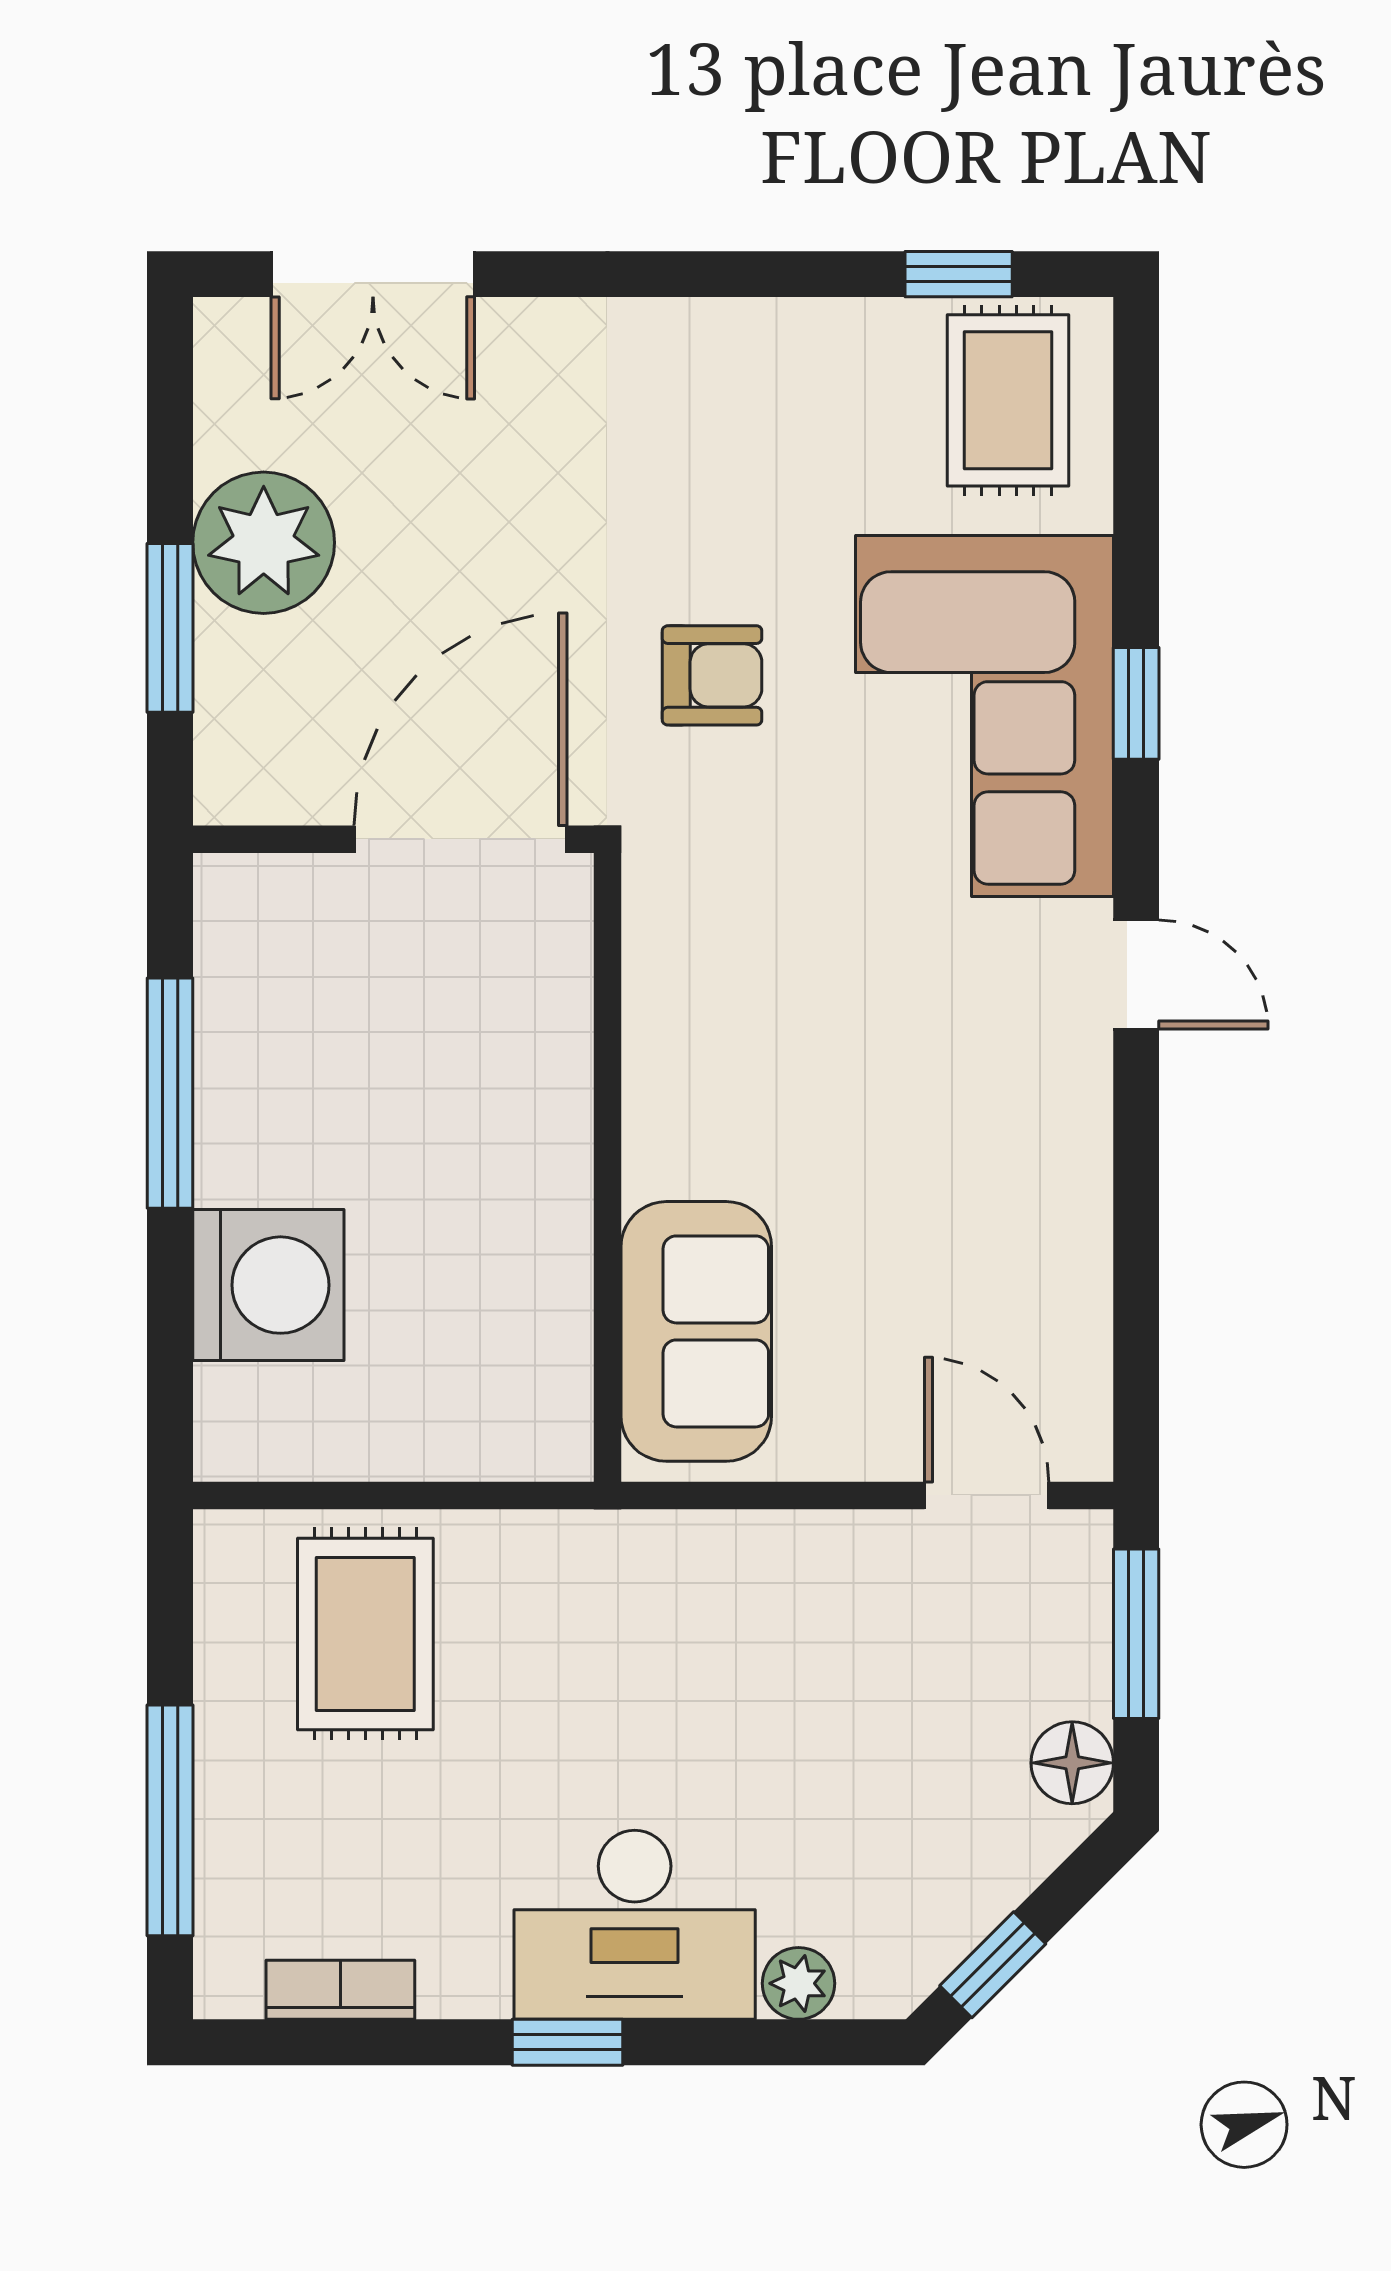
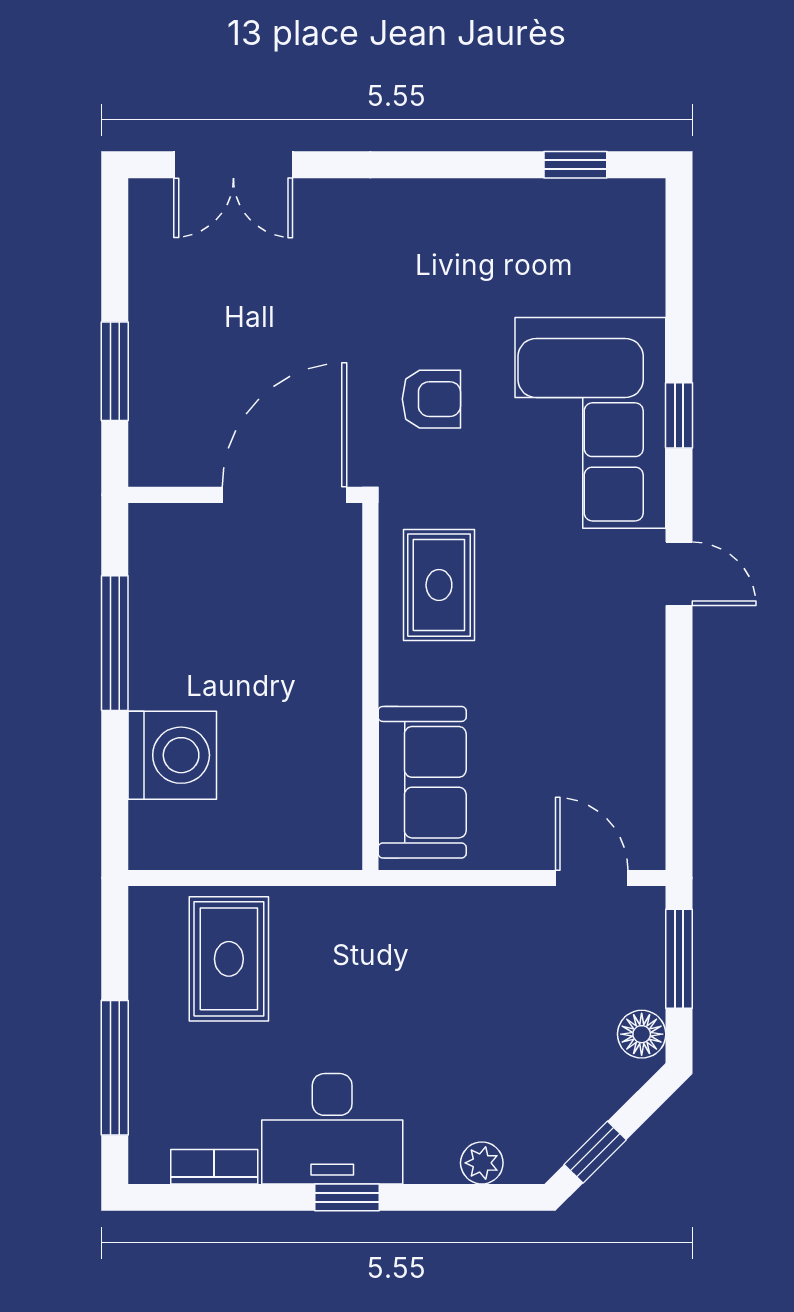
rug: (1008, 400) -> (439, 585), moved
plant: (264, 543) -> (169, 322), removed
desk: (635, 1925) -> (332, 1129), moved

